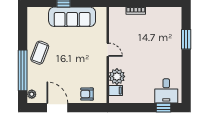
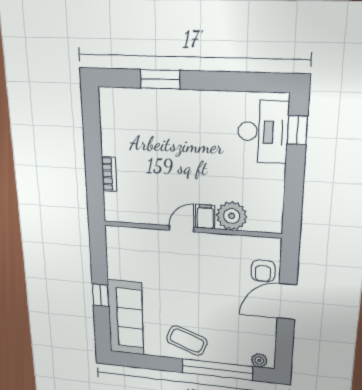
sofa: (72, 17) -> (126, 318), moved
filing cabinet: (116, 90) -> (205, 217), moved
desk: (166, 91) -> (263, 132), width x1.37
door: (57, 108) -> (287, 302), moved

